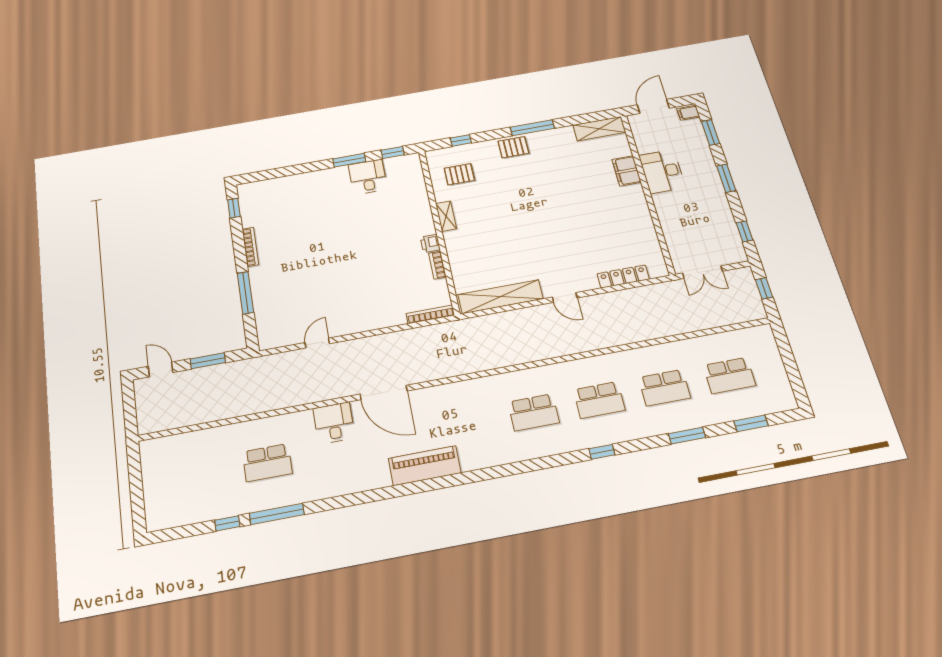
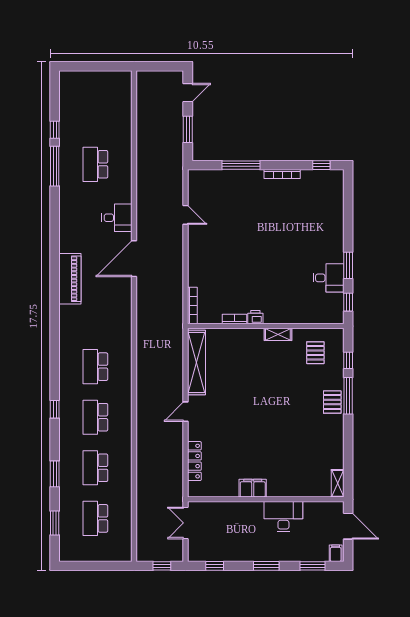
window: (532, 128) -> (348, 396), moved
shelving: (599, 129) -> (338, 483), width x0.67, depth x0.75
filing cabinet: (626, 171) -> (253, 488), moved

